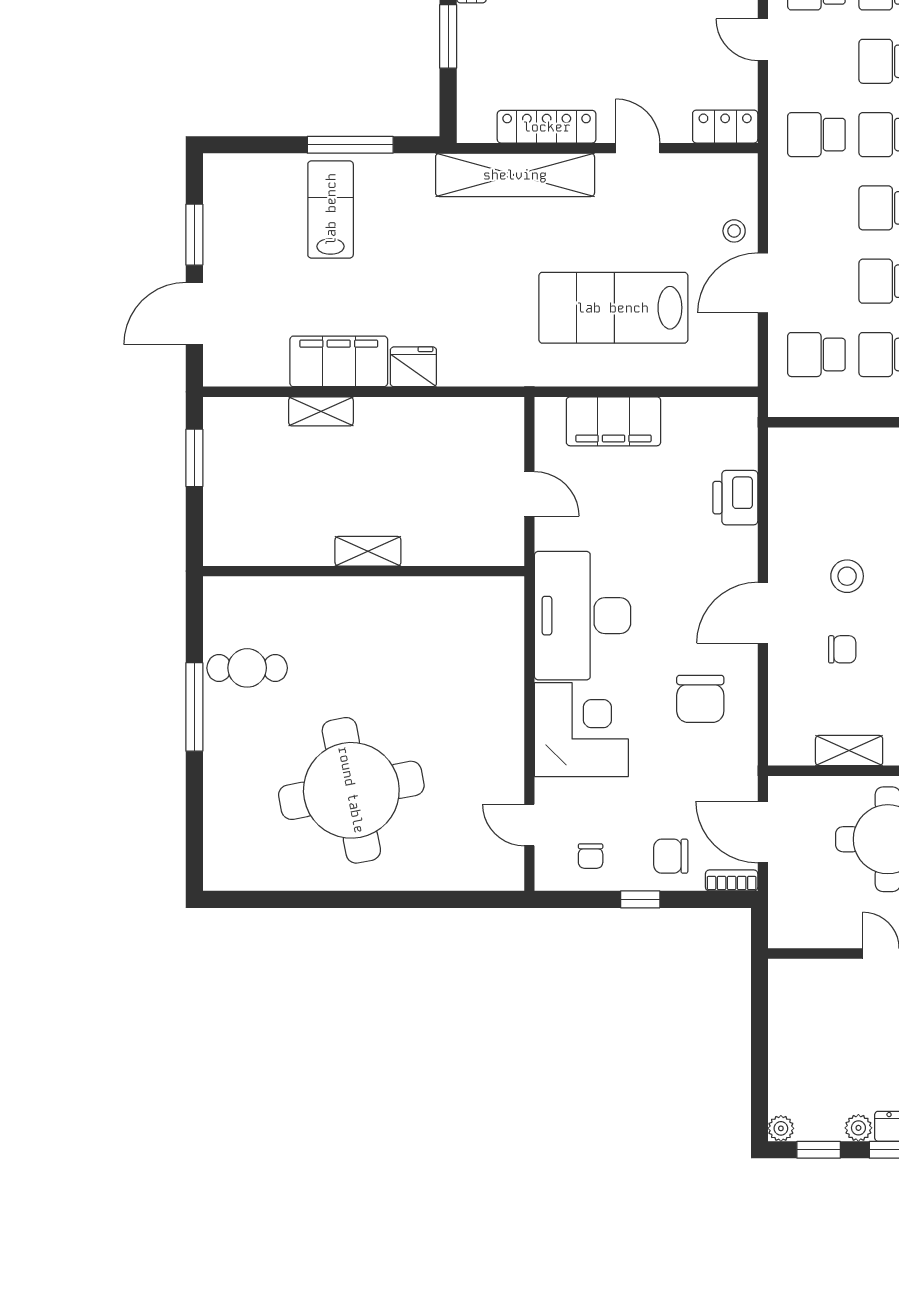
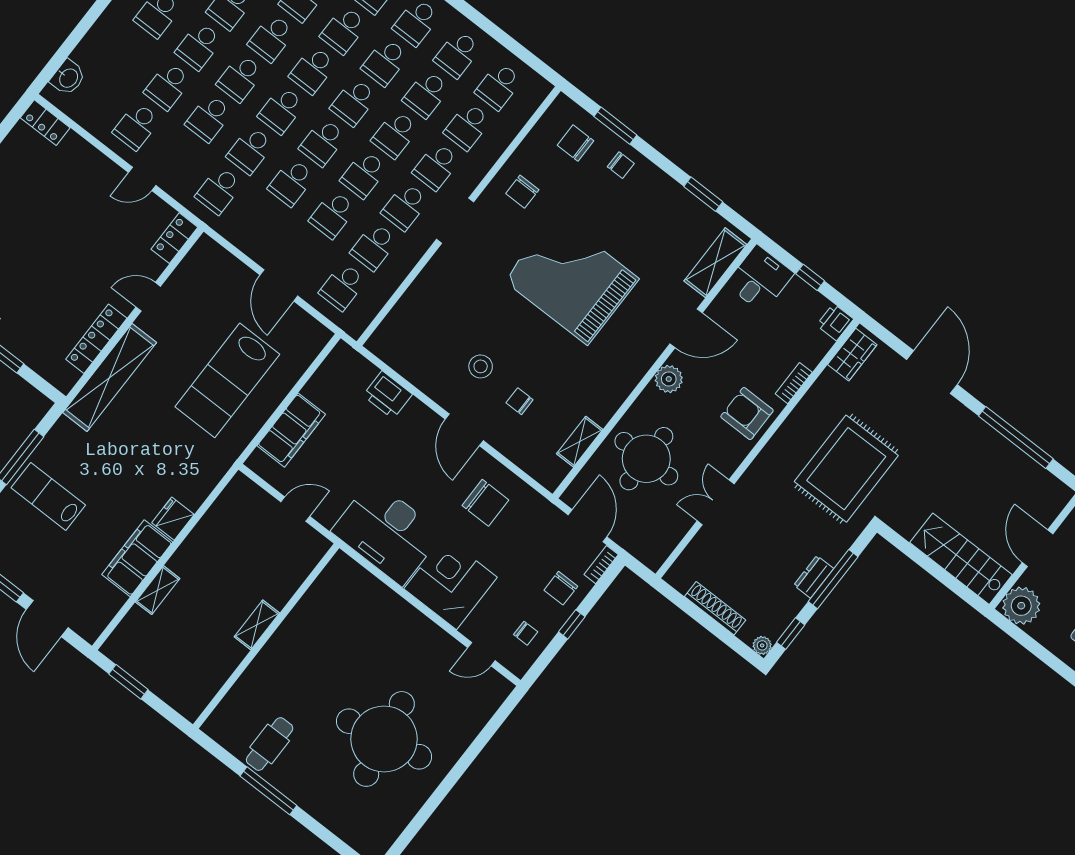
stool: (734, 231) -> (237, 279), removed
chair: (842, 649) -> (520, 401), turned -90
door: (763, 832) -> (588, 526), swing flipped
shoe rack: (782, 1044) -> (715, 608), added
plant: (858, 1128) -> (796, 602), removed

